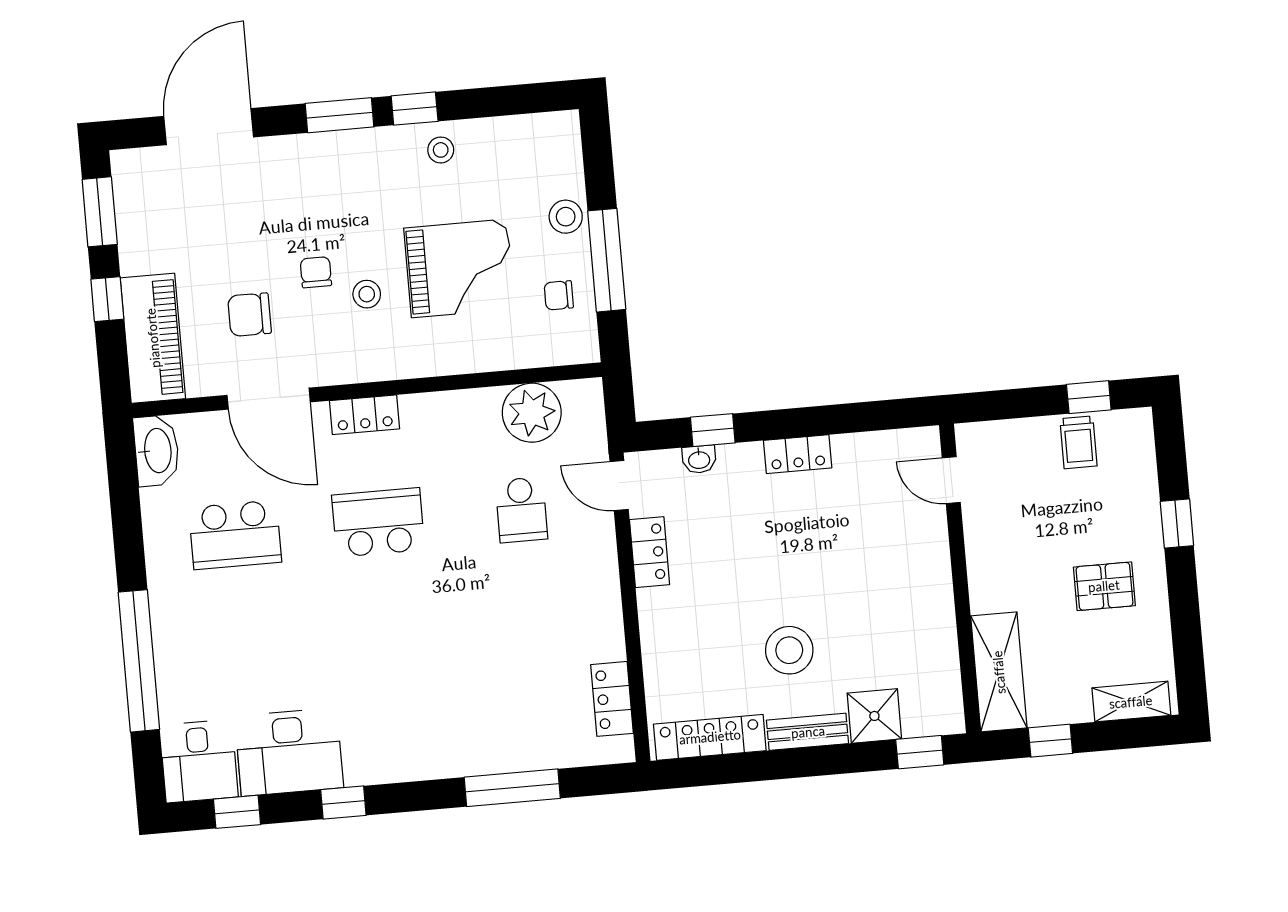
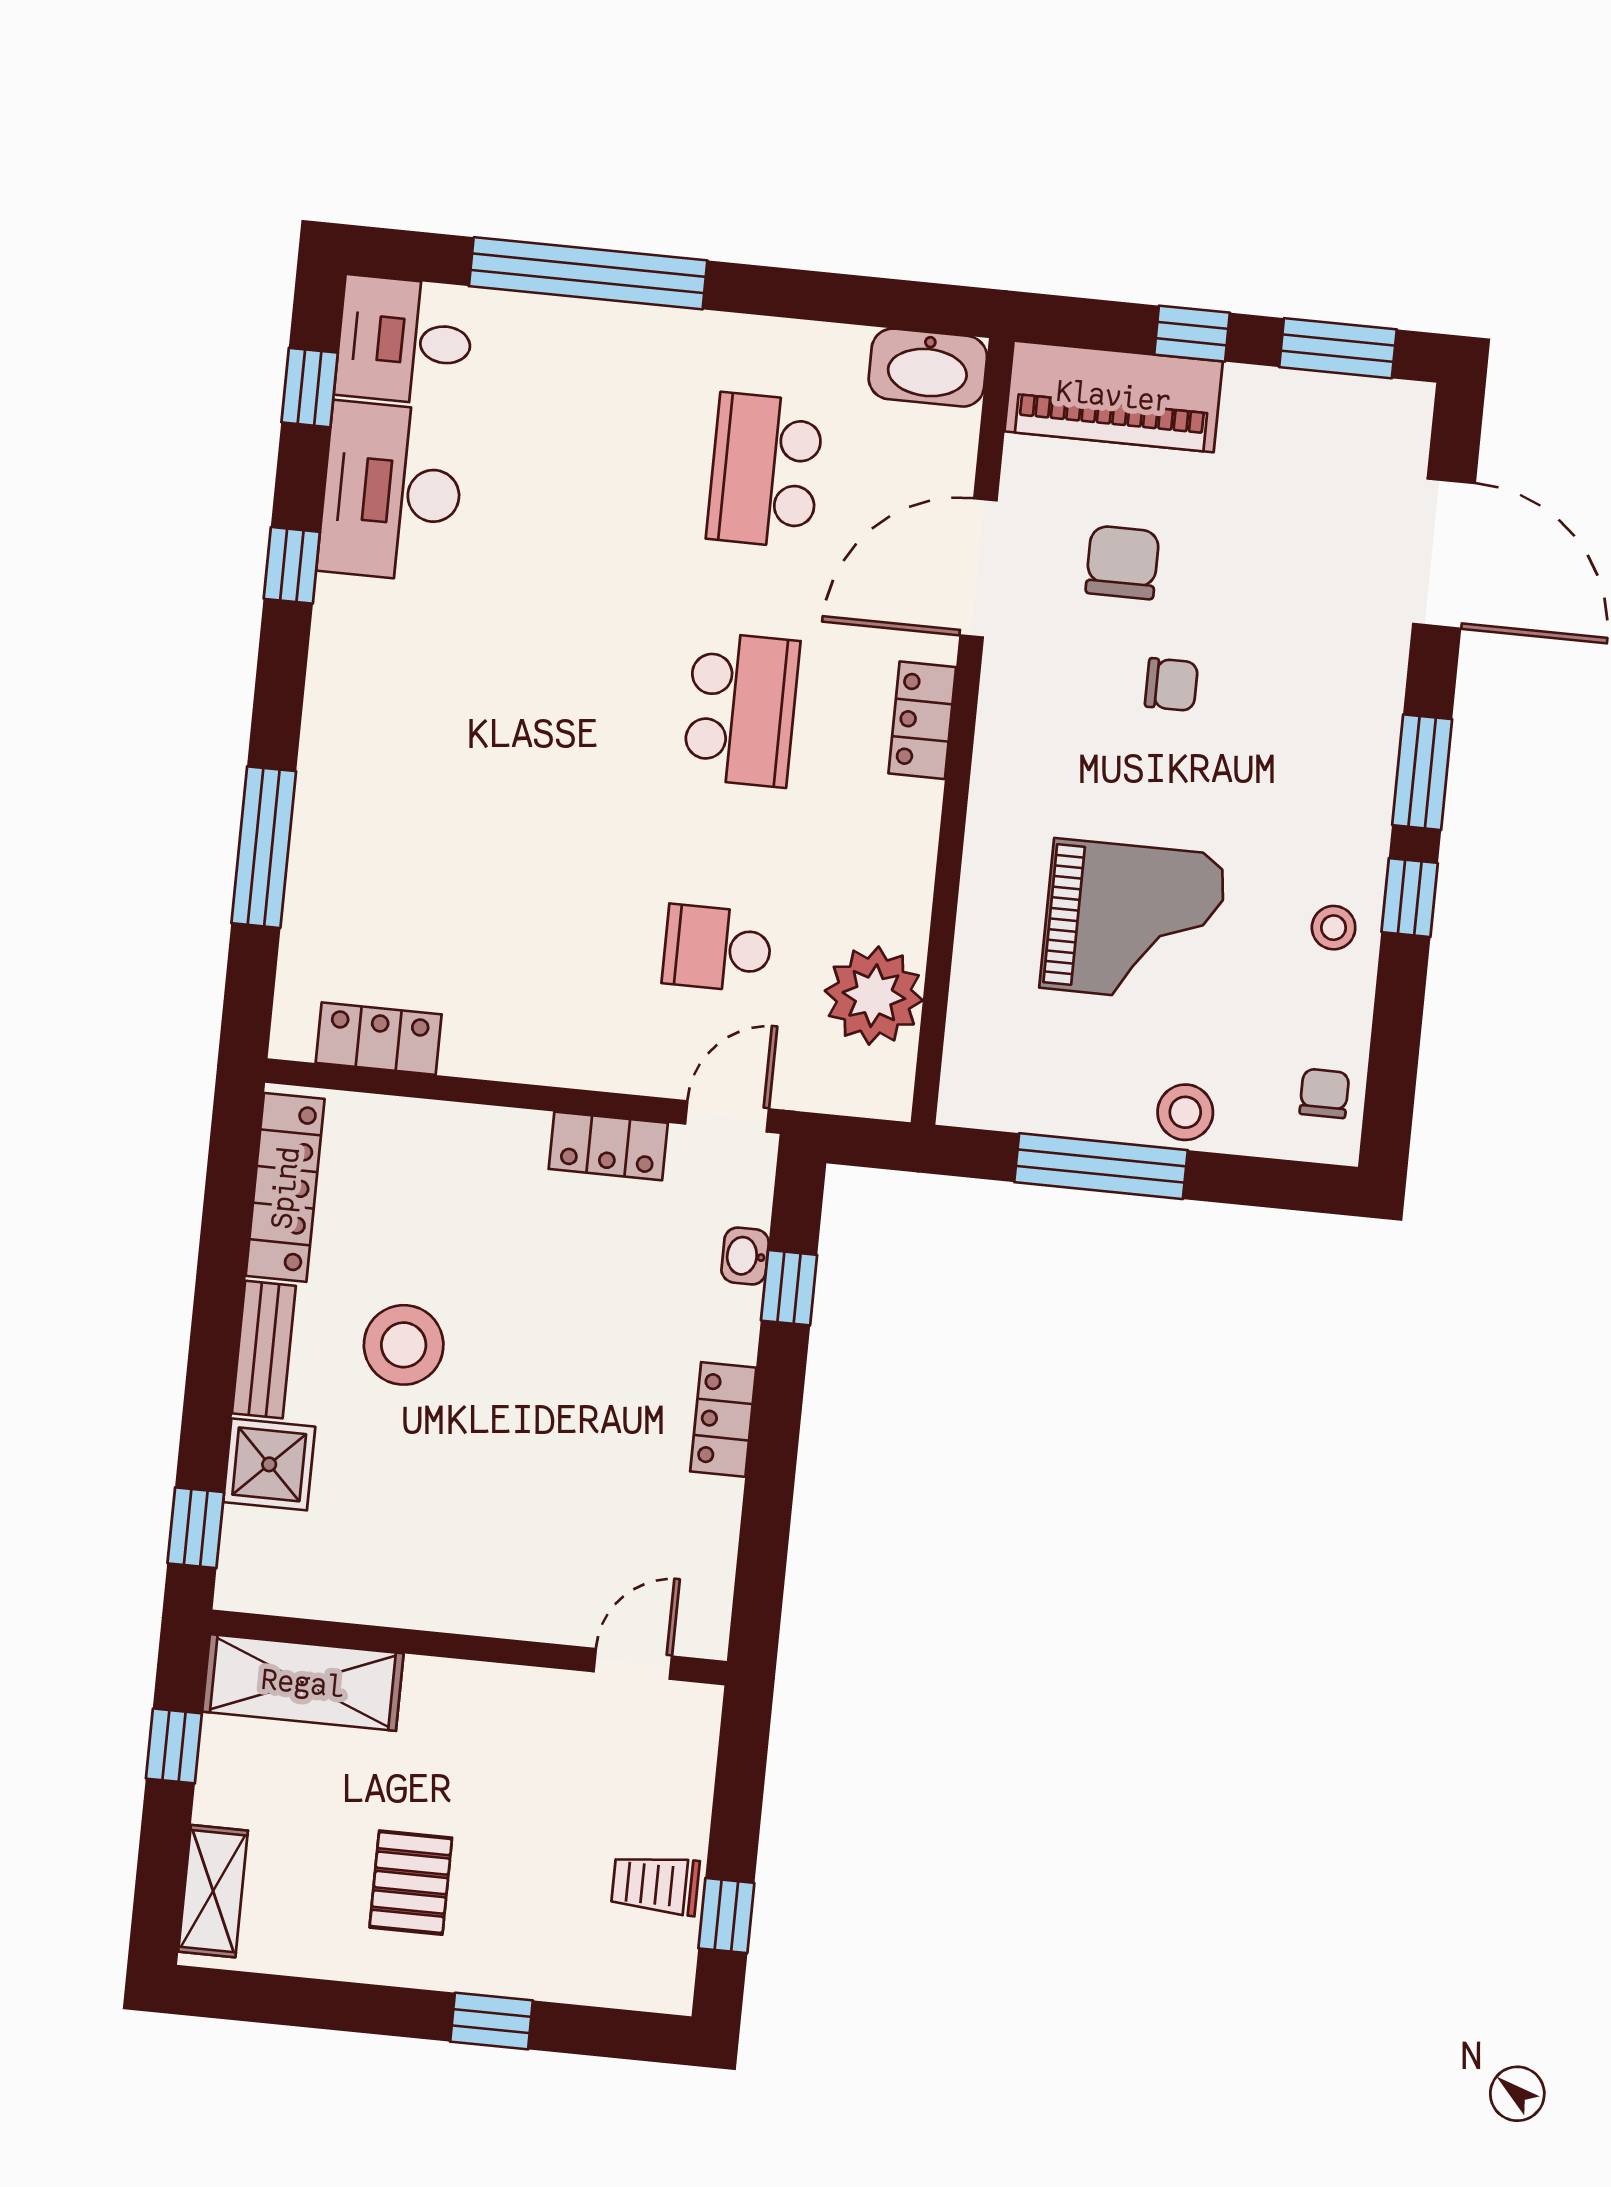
grand piano: (459, 268) -> (1133, 921), turned -90
stool: (367, 294) -> (1120, 761), removed
chair: (559, 295) -> (1324, 1093), moved

